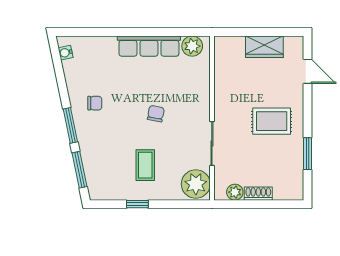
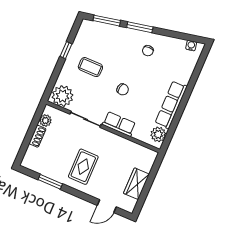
row of seats: (200, 100) -> (119, 124), added

